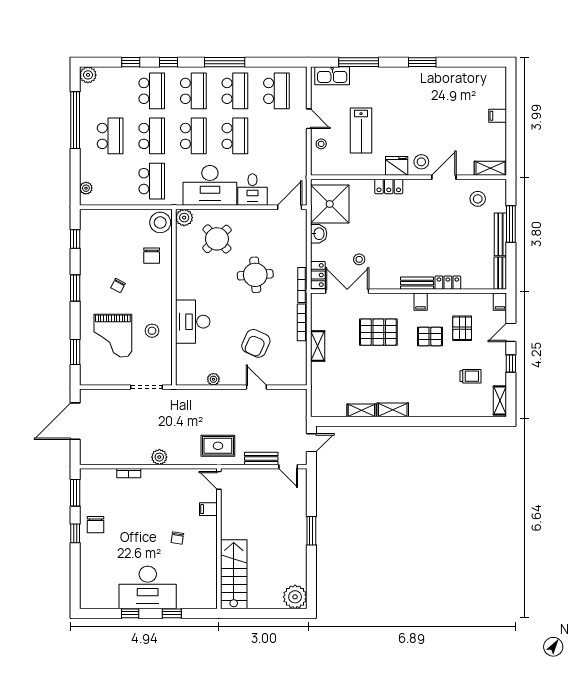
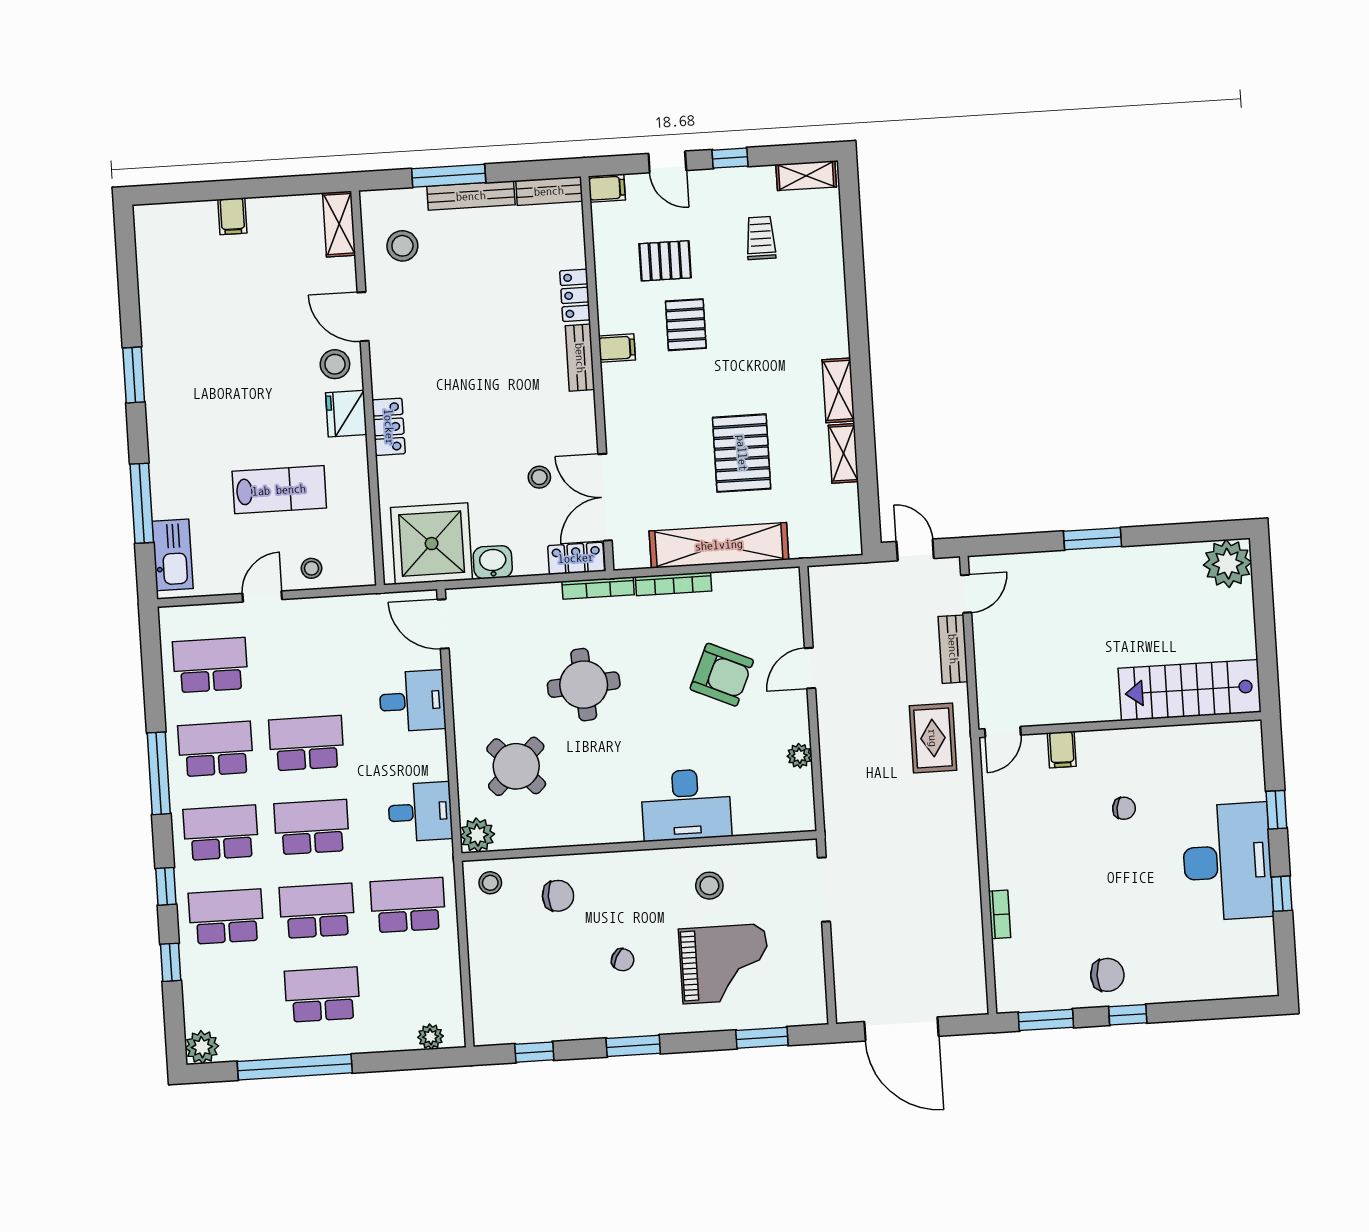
desk: (210, 185) -> (420, 812), width x0.53, depth x0.77
stool: (160, 222) -> (490, 883), width x0.53, depth x0.53
pallet: (378, 332) -> (742, 453), moved
shelving: (318, 346) -> (719, 545), width x2.20, depth x1.33
plant: (159, 457) -> (963, 855), removed

